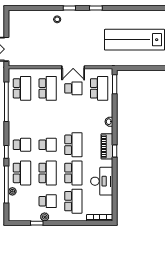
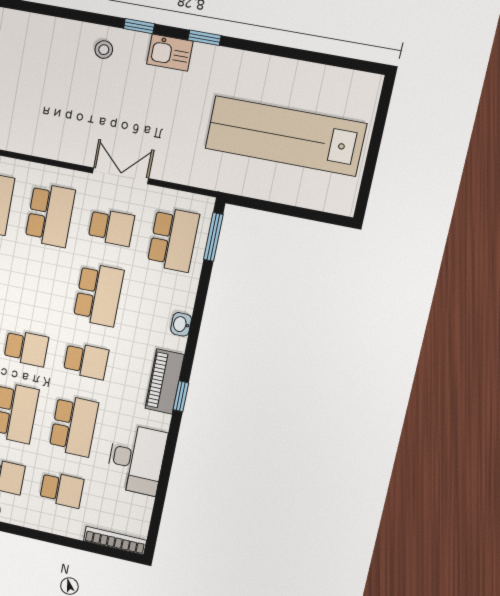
kitchen sink: (83, 16) -> (170, 53), added
double door: (73, 67) -> (120, 176), swing flipped
school desk: (73, 117) -> (99, 295), added
school desk: (73, 145) -> (86, 361), width x0.54
school desk: (73, 201) -> (62, 490), width x0.54

